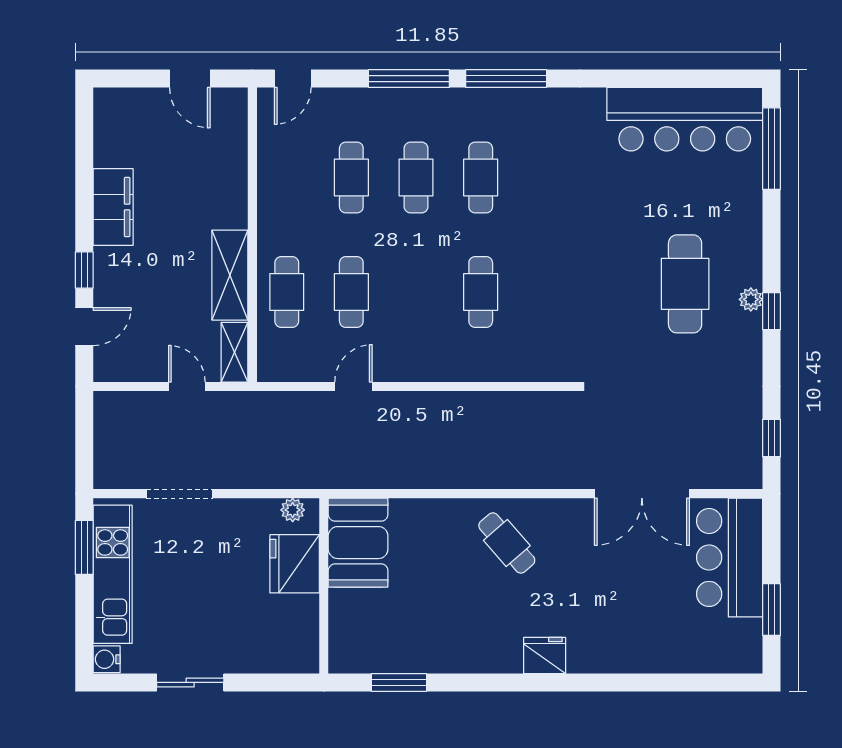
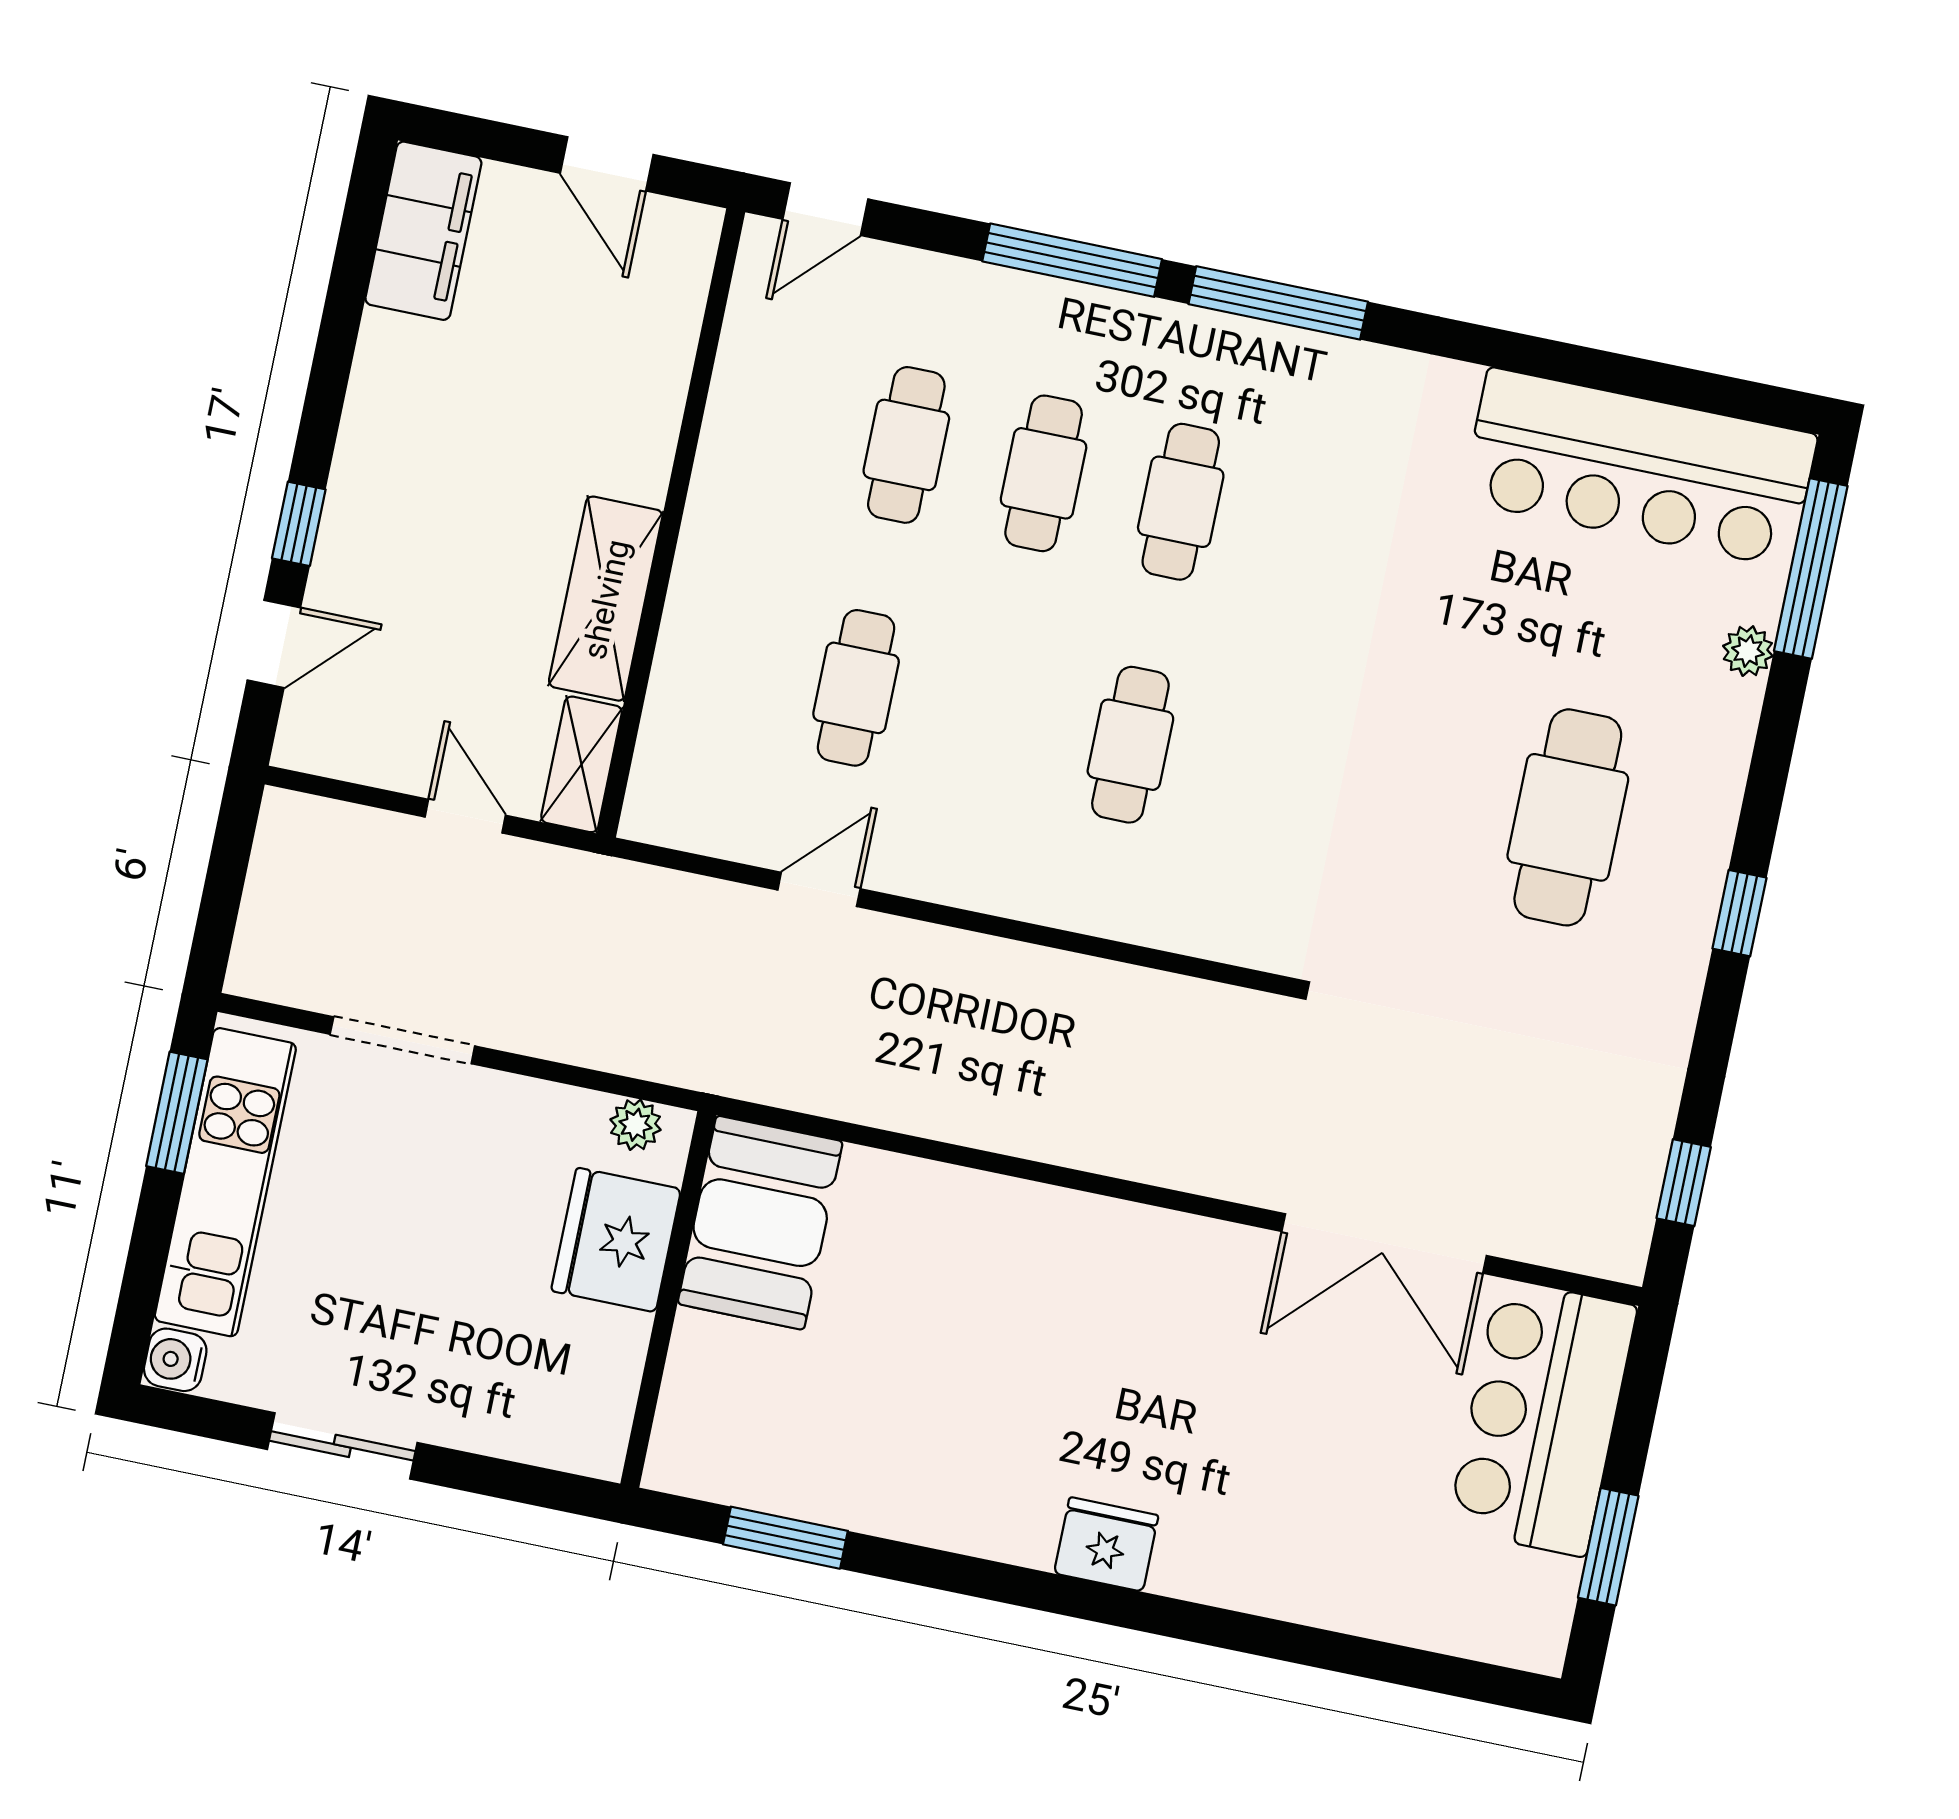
filing cabinet: (113, 207) -> (423, 231), moved
cafe table: (287, 292) -> (719, 659), removed
plant: (751, 299) -> (1748, 651), moved
cafe table: (507, 543) -> (1076, 1289), removed

